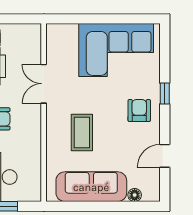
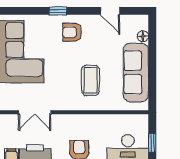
double door: (44, 84) -> (35, 112), moved
coffee table: (82, 133) -> (91, 80), turned 90

